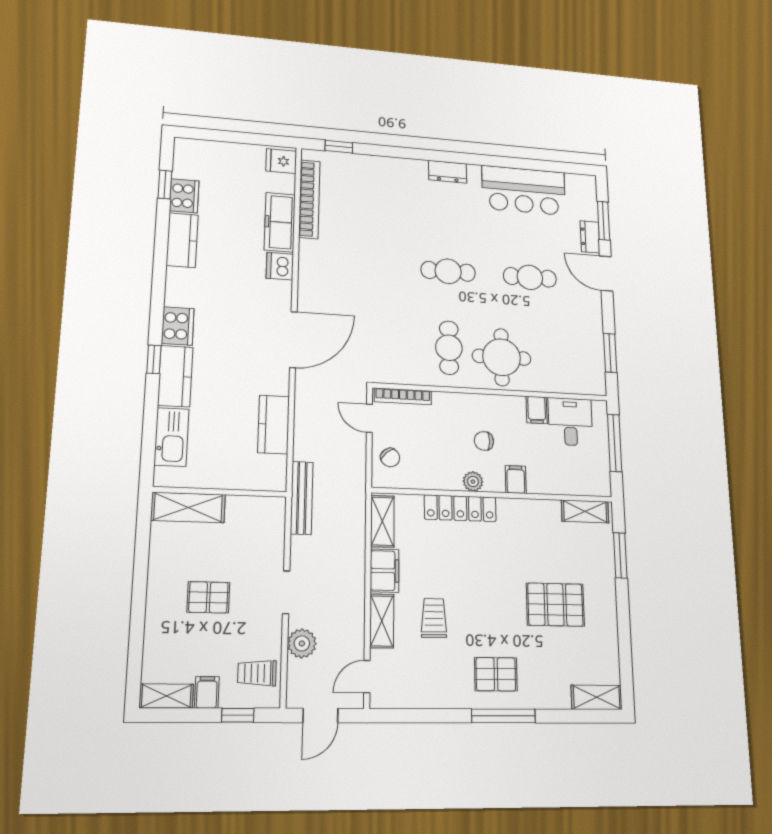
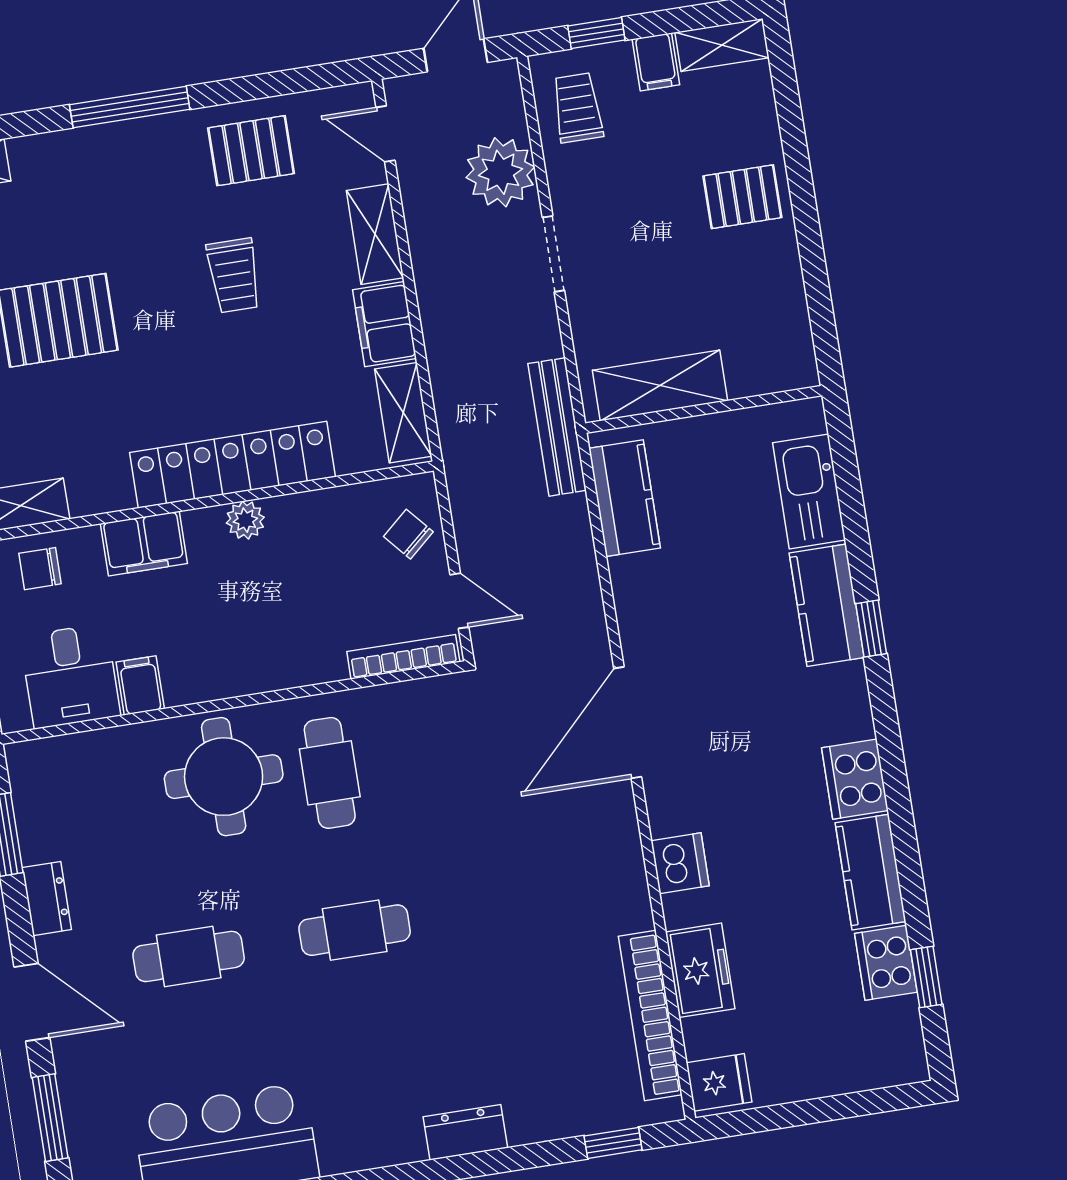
dresser: (448, 172) -> (465, 1132), moved
freezer: (280, 222) -> (700, 970), width x0.71
dresser: (590, 237) -> (47, 899), moved
cooker: (178, 326) -> (855, 779), moved
kitchen counter: (274, 424) -> (625, 498), moved
chair: (484, 441) -> (40, 569), moved, turned 180
filing cabinet: (516, 479) -> (144, 544), width x2.00
shelving: (188, 507) -> (660, 386), moved
locker: (460, 508) -> (233, 465), width x1.41, depth x1.21
pallet: (208, 597) -> (742, 197), moved
trolley: (434, 618) -> (234, 275), moved
plant: (302, 643) -> (500, 172), width x1.36, depth x1.36
trolley: (257, 673) -> (577, 108), turned -90
pallet: (496, 674) -> (251, 151), moved
door: (367, 677) -> (385, 134), swing flipped

